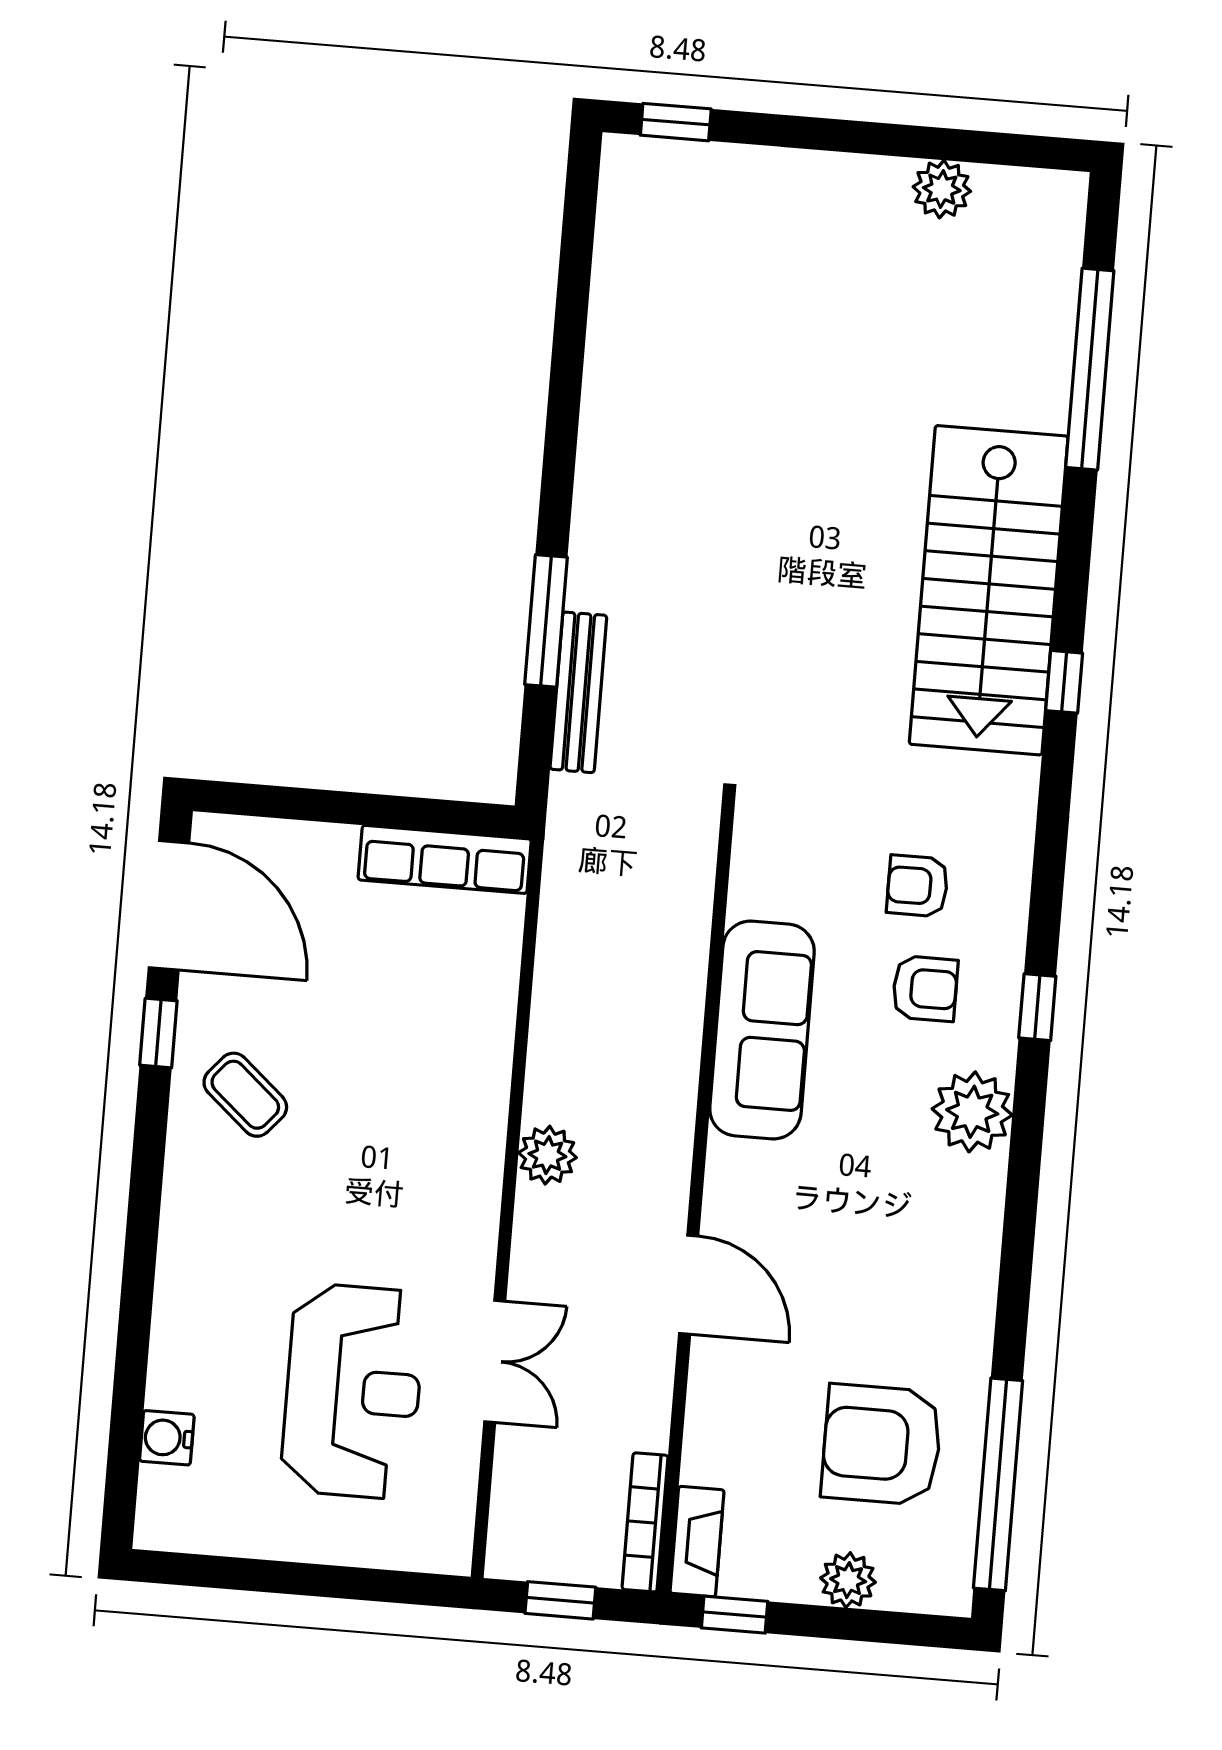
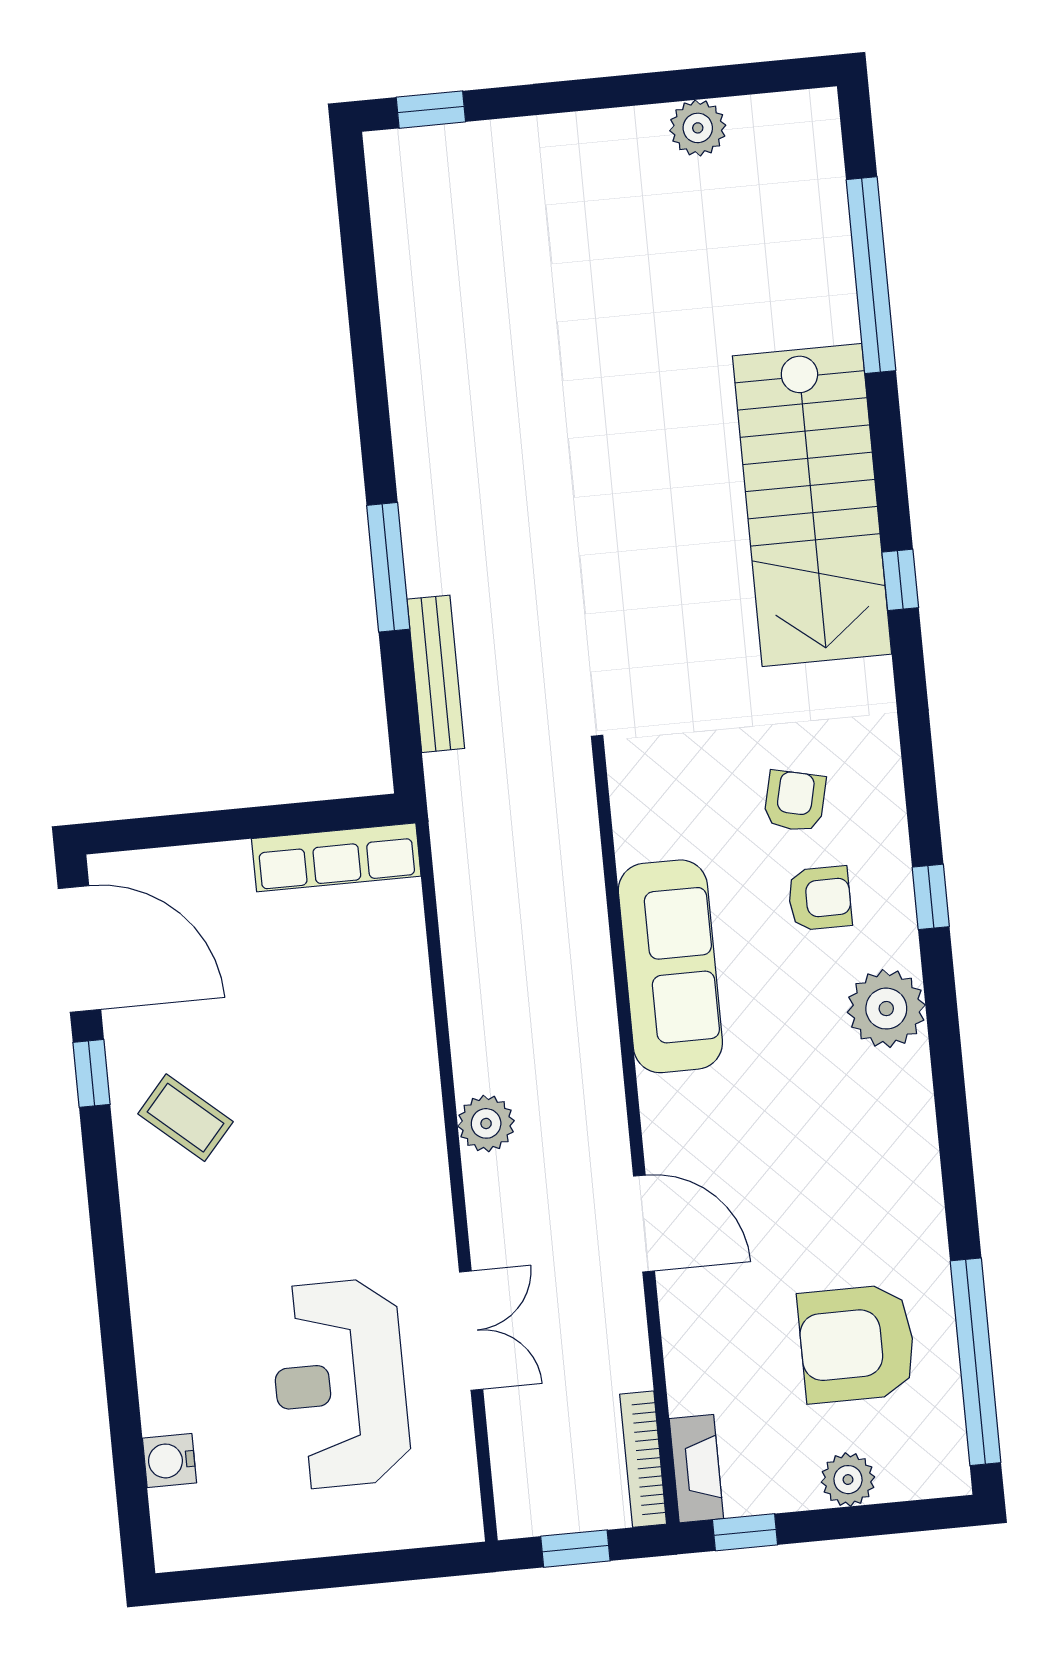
window: (546, 621) -> (388, 567), moved
armchair: (917, 886) -> (795, 801), turned 103
reception desk: (353, 1391) -> (340, 1384), turned 180

